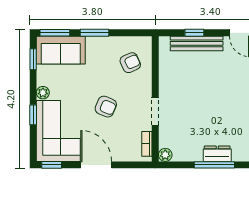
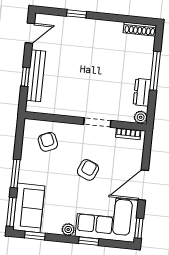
dresser: (217, 154) -> (142, 92), moved

